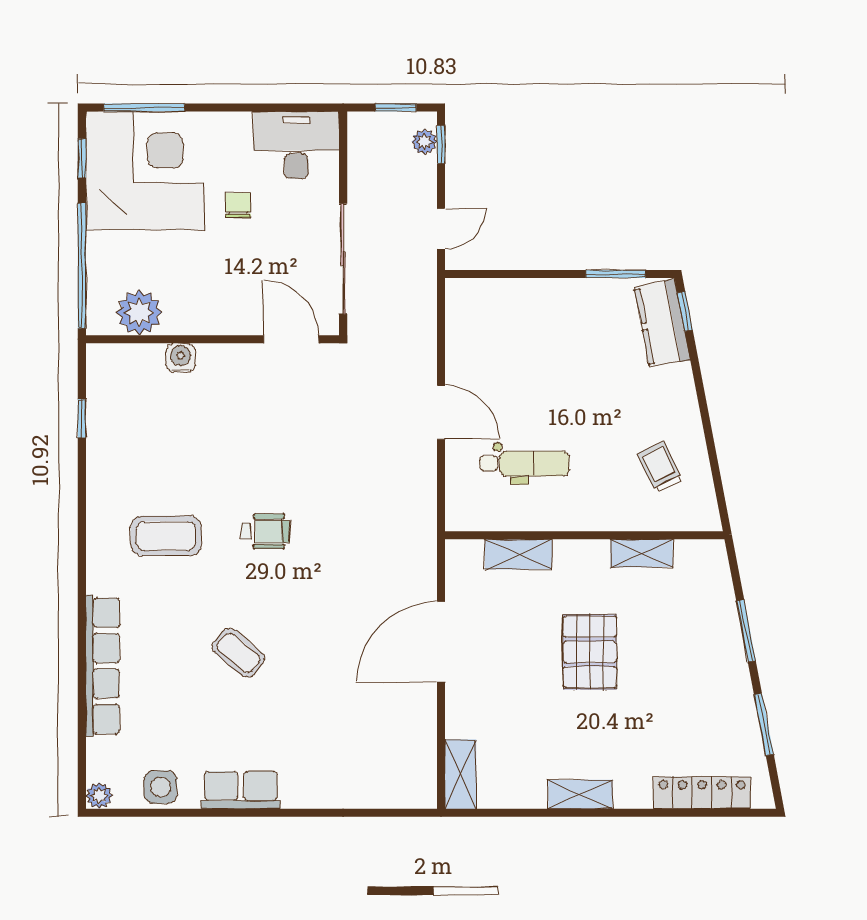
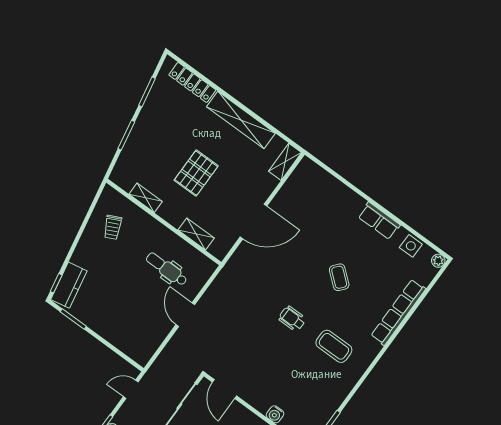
shelving: (580, 794) -> (241, 120), width x2.20, depth x1.33

